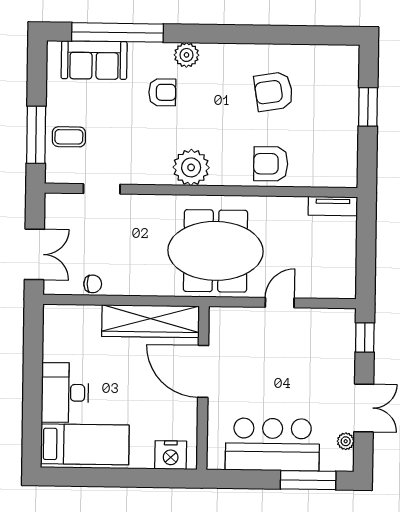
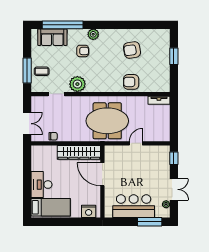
plant: (191, 167) -> (77, 84), moved

